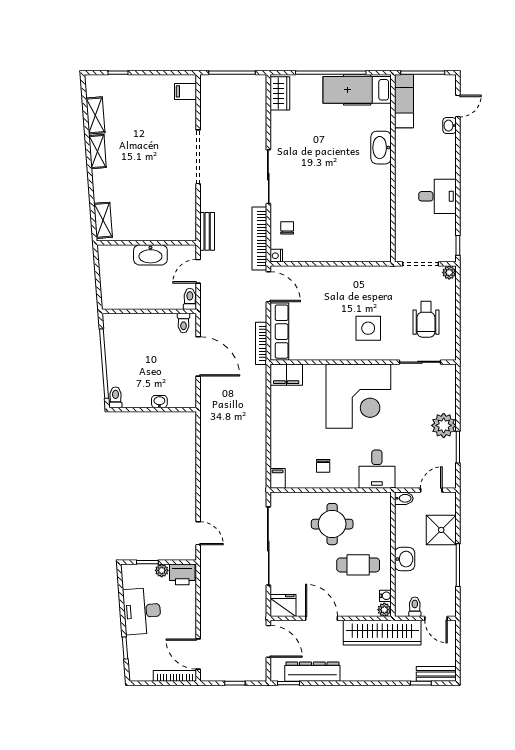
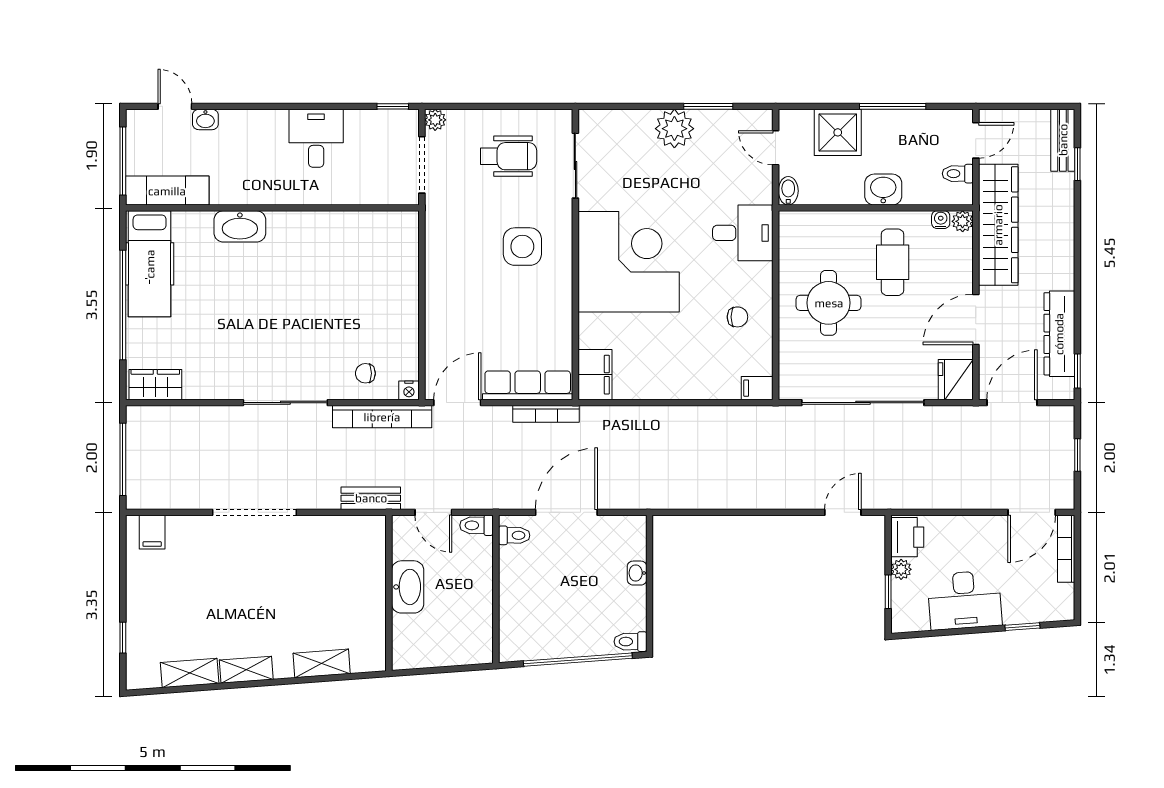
shelving: (103, 220) -> (322, 663), moved

